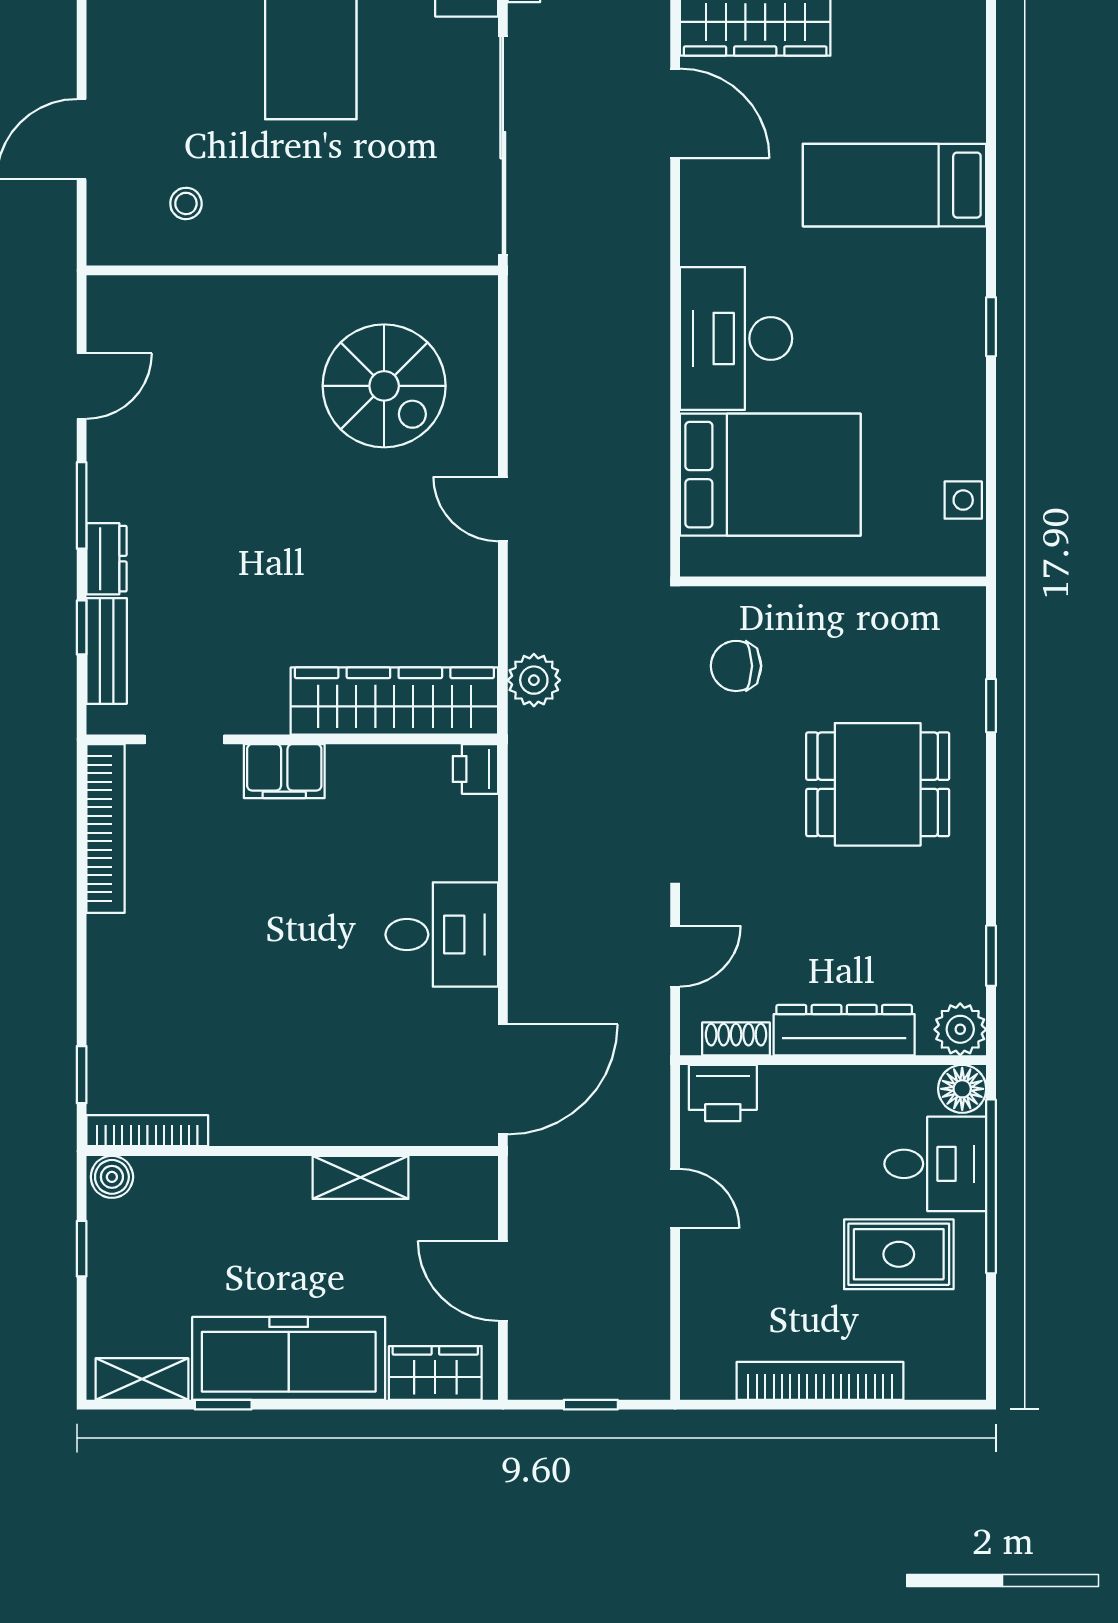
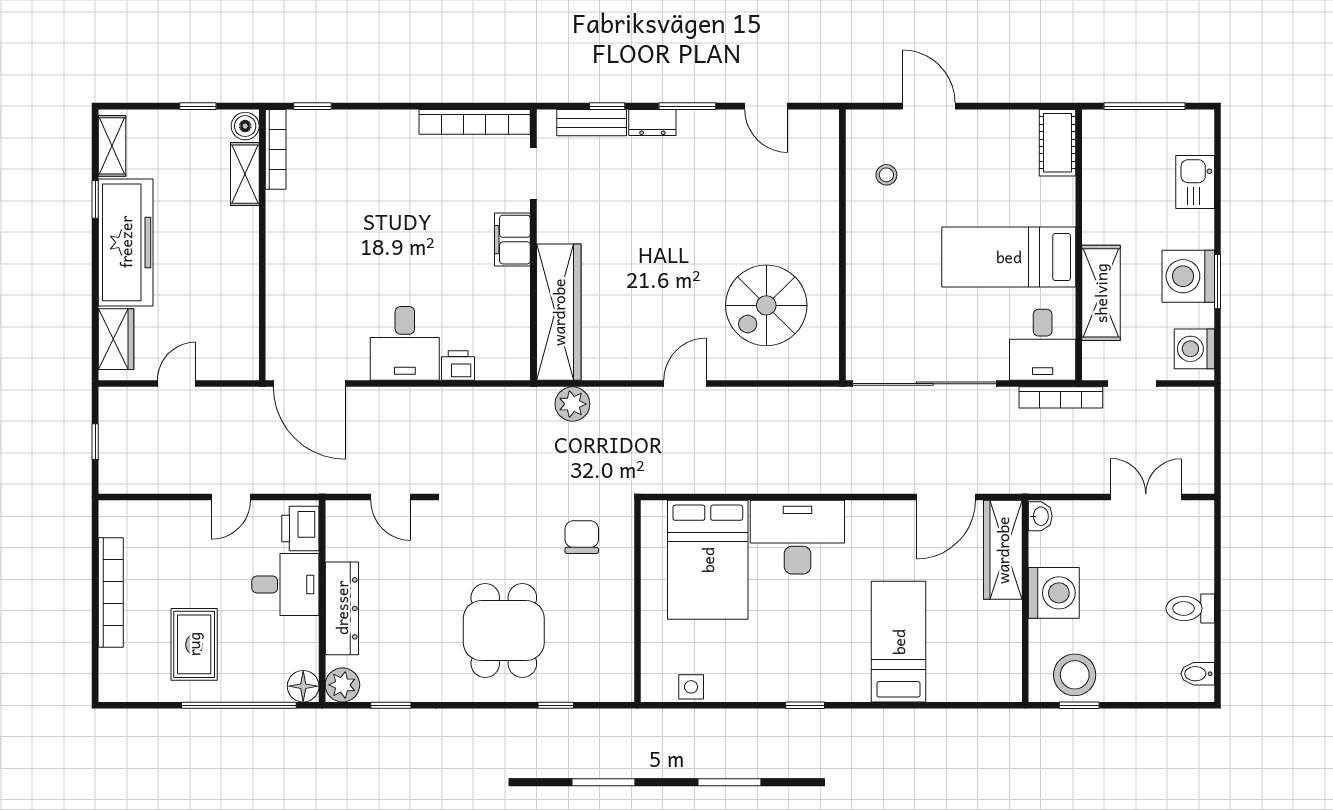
printer: (475, 769) -> (458, 366), moved
shoe rack: (736, 1039) -> (336, 537), removed
desk: (935, 1164) -> (285, 584), moved, turned -90
shelving: (360, 1177) -> (245, 174), moved
door: (503, 1281) -> (177, 384), width x0.73

